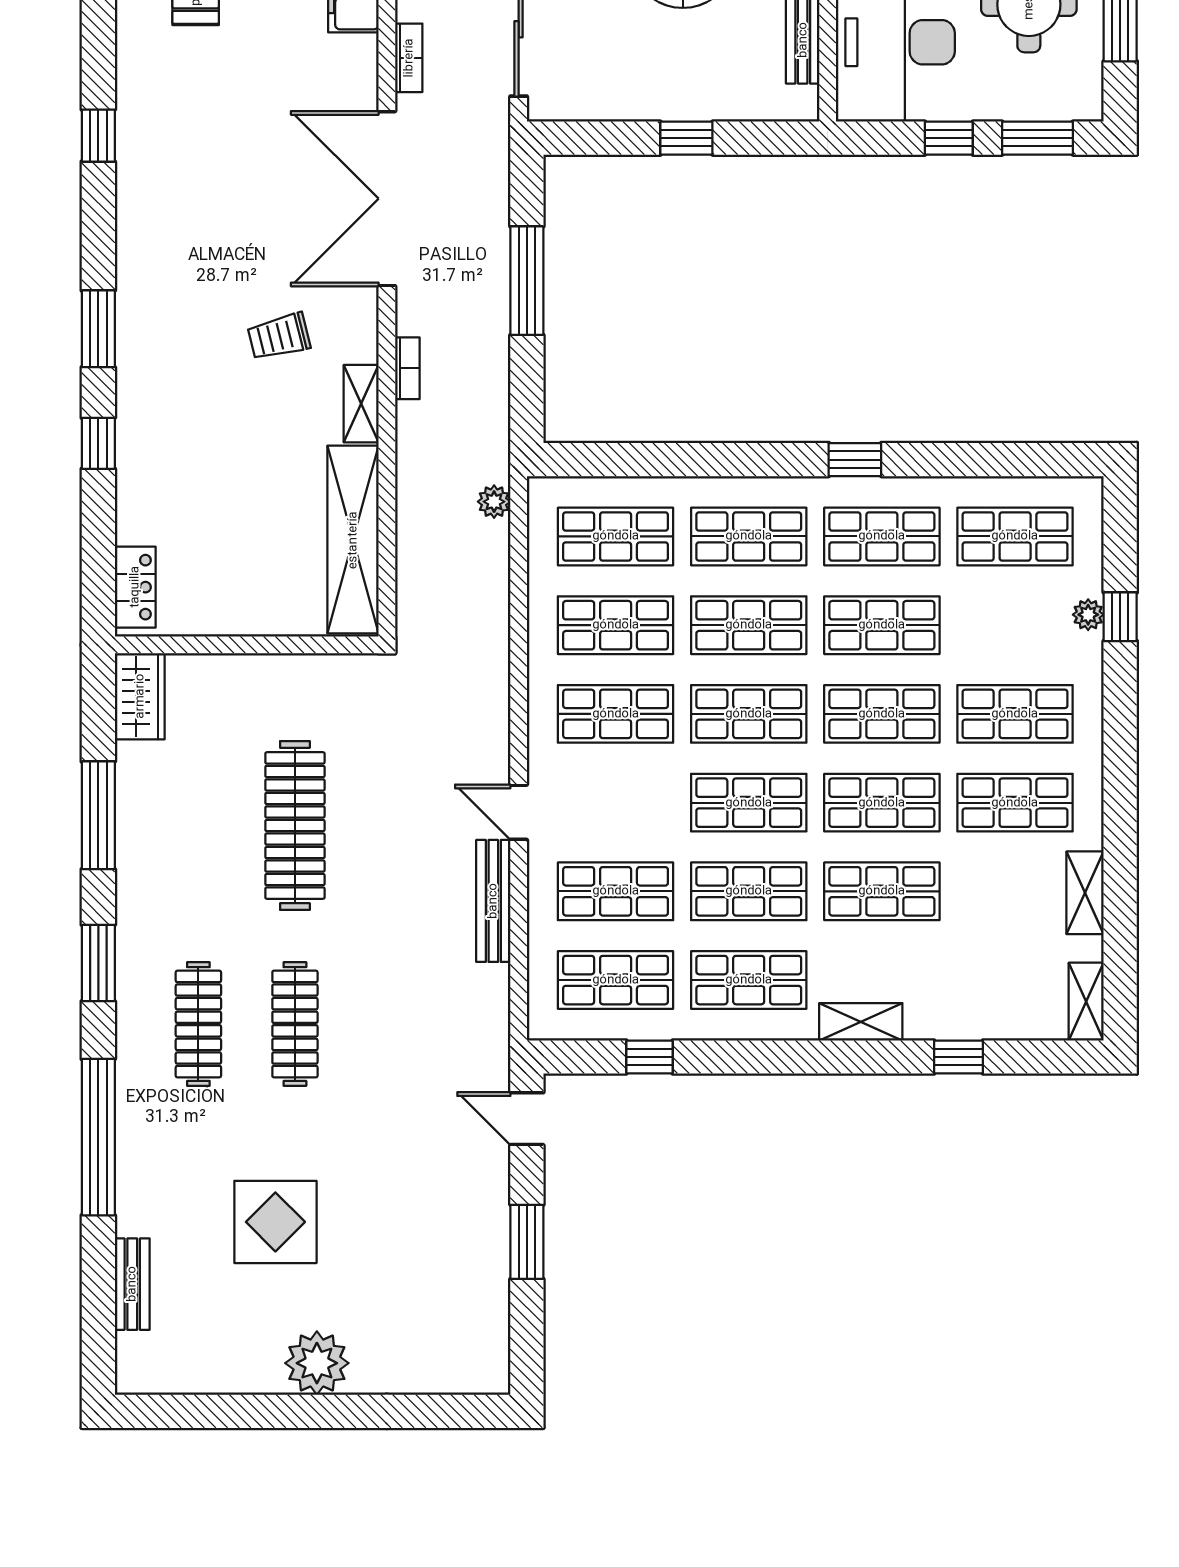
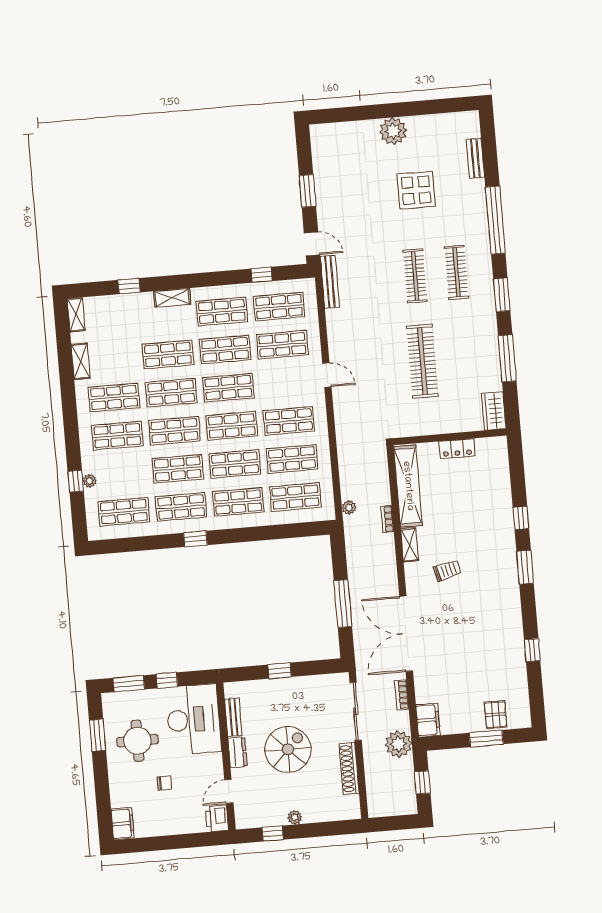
double door: (387, 199) -> (406, 634), swing flipped
bookcase: (407, 368) -> (387, 519), moved
locker: (135, 587) -> (457, 449), moved, turned -90
bench: (493, 901) -> (330, 282), moved

